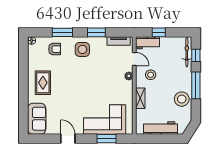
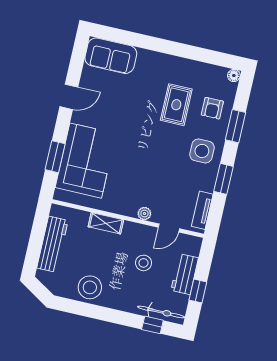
window: (159, 32) -> (198, 291), moved
workbench: (147, 43) -> (185, 274), moved
stool: (151, 75) -> (144, 263), moved
rug: (43, 83) -> (176, 105), moved, turned 90
window: (196, 85) -> (106, 314), removed

